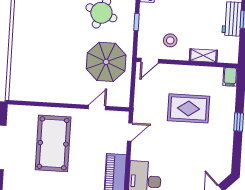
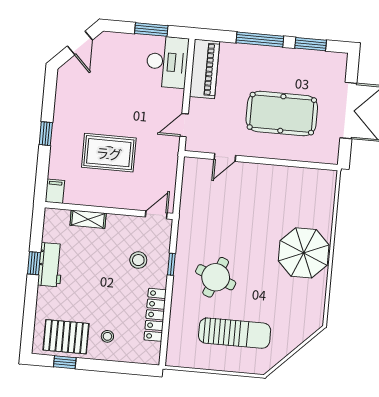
stool: (170, 40) -> (138, 260), moved
parasol: (106, 62) -> (304, 253), moved
pool table: (53, 143) -> (282, 114), turned 90

